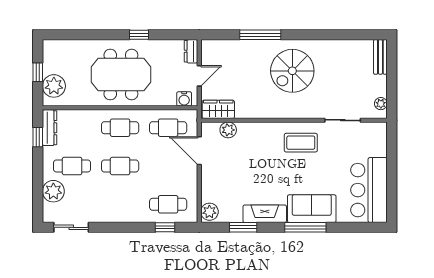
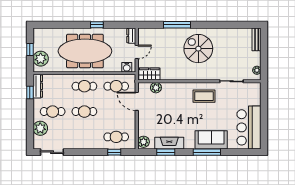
spiral stairs: (292, 71) -> (198, 49), turned 90
meeting table: (121, 75) -> (85, 51), width x1.36
fireplace: (265, 214) -> (169, 143), moved

